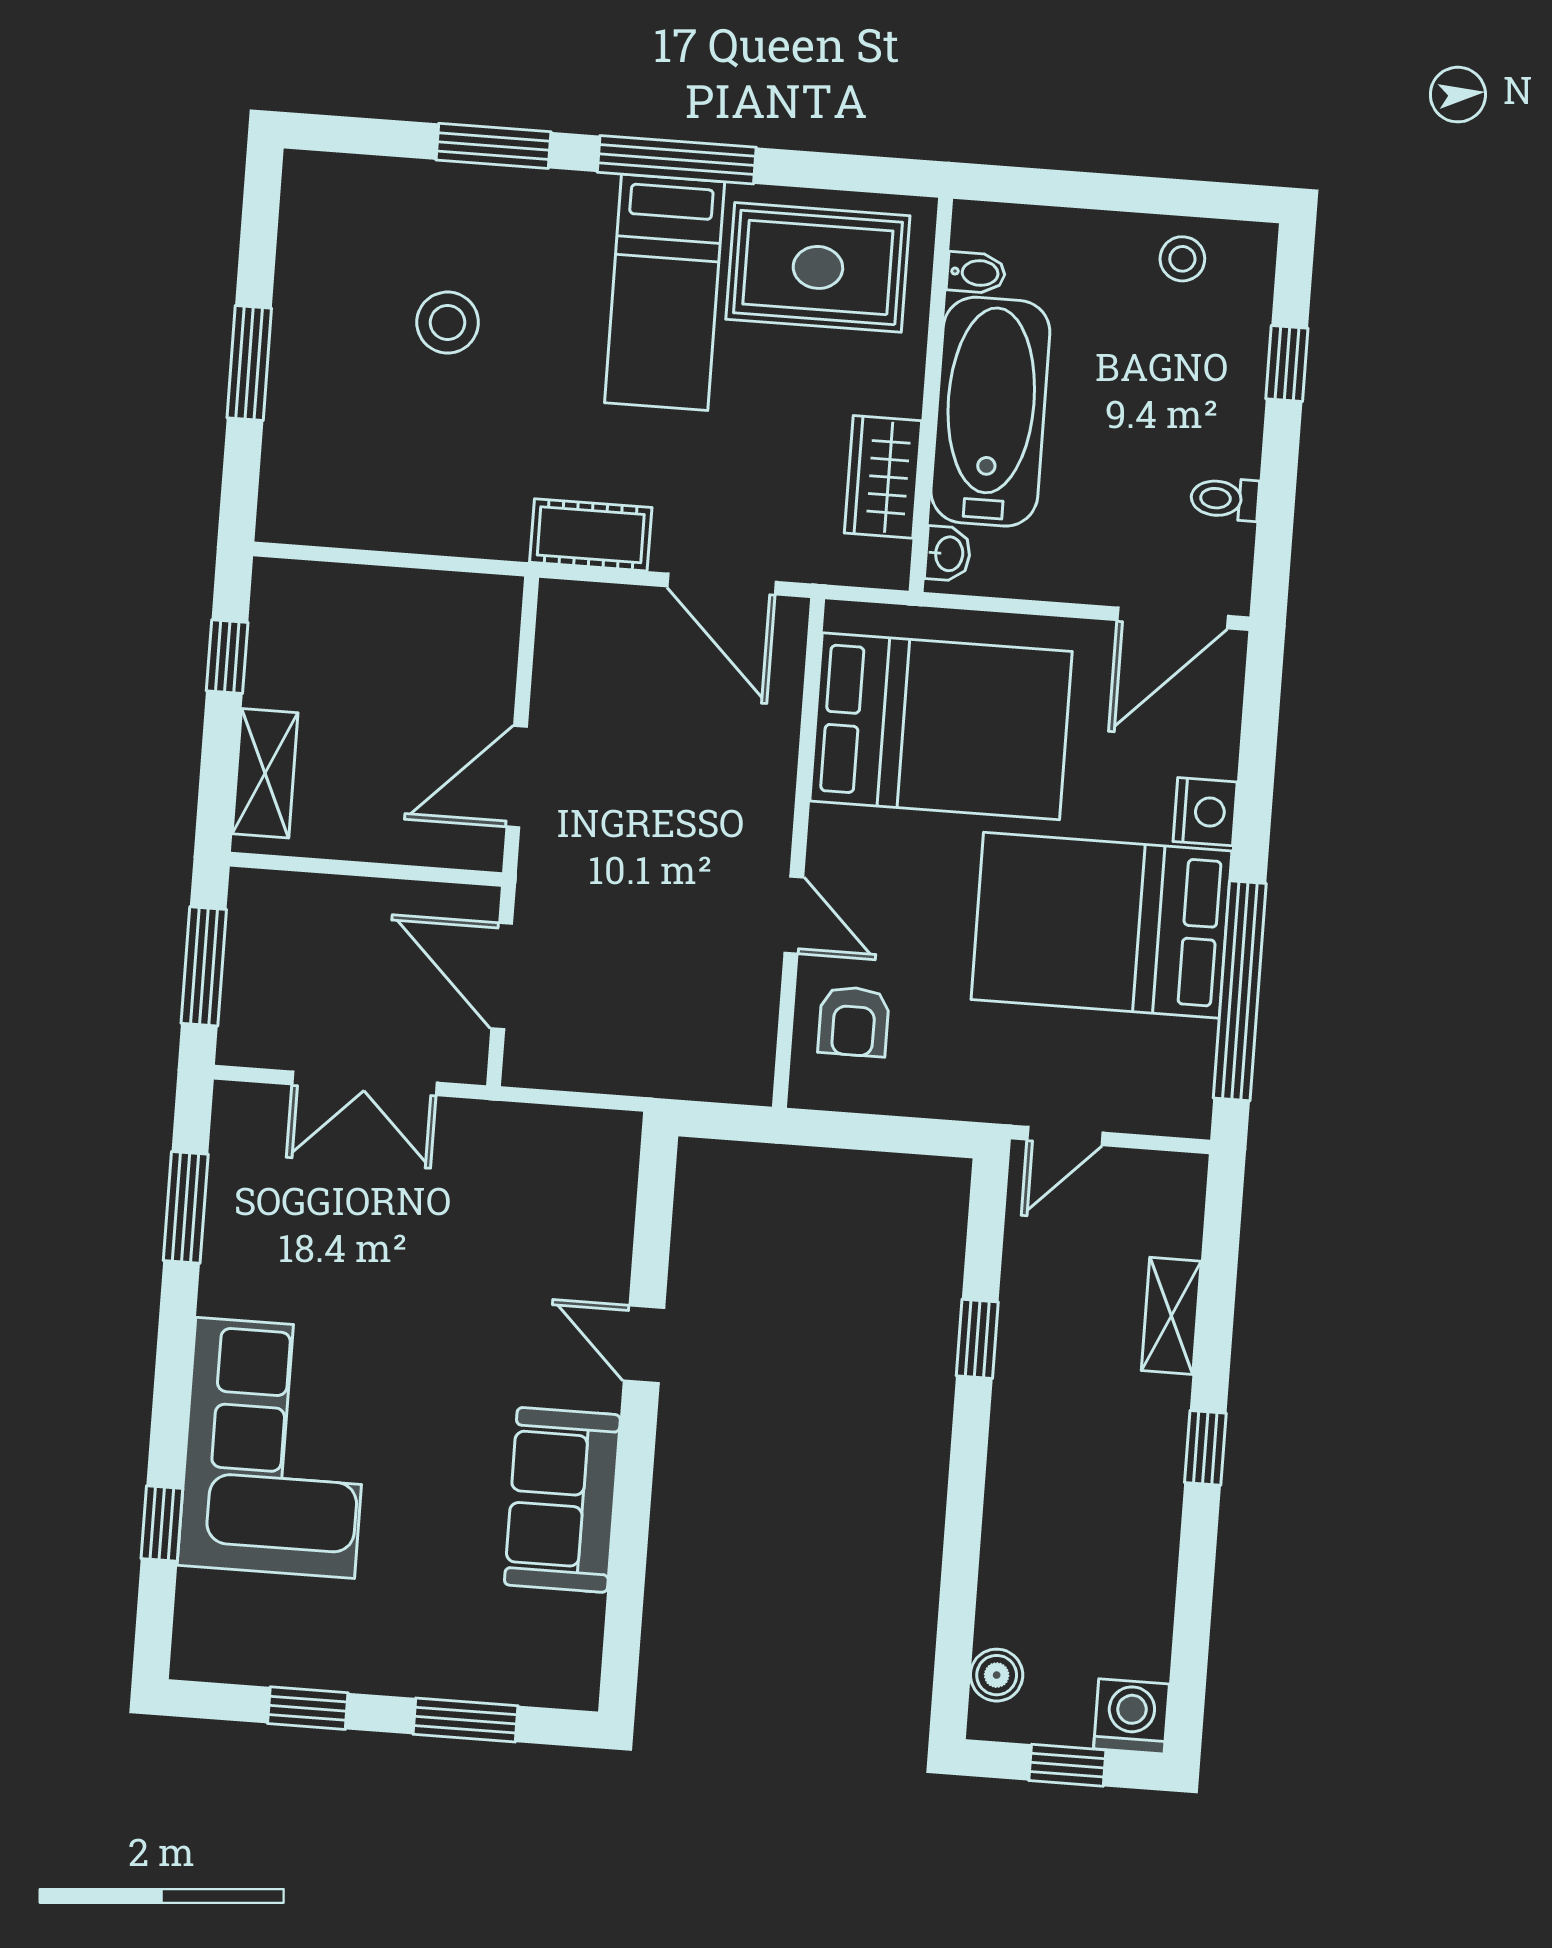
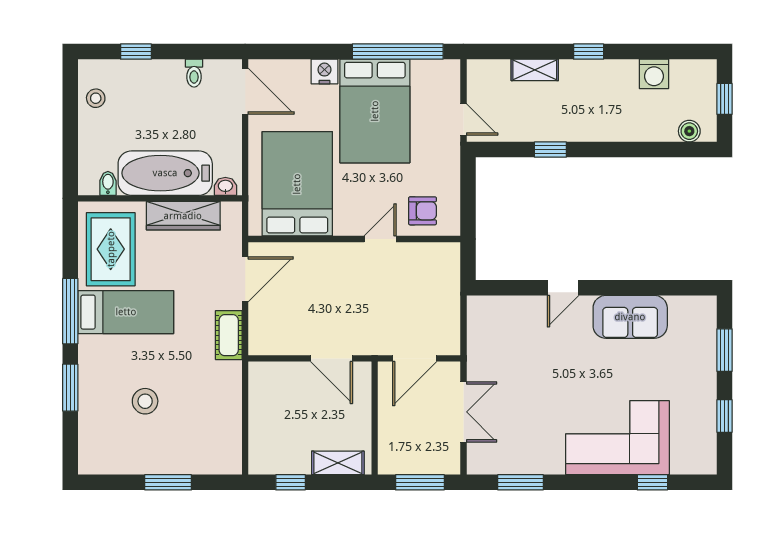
wardrobe: (883, 477) -> (183, 216), width x1.50
washing machine: (1131, 1716) -> (654, 74), moved, turned -90

